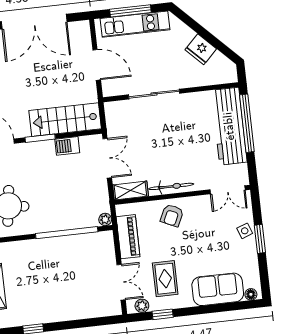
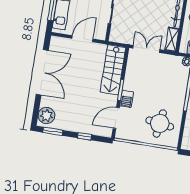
barbecue: (67, 146) -> (127, 99), moved

